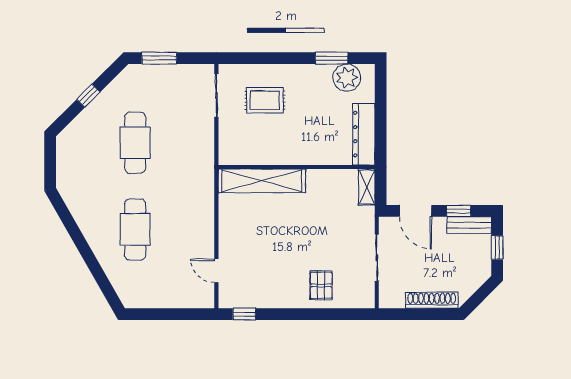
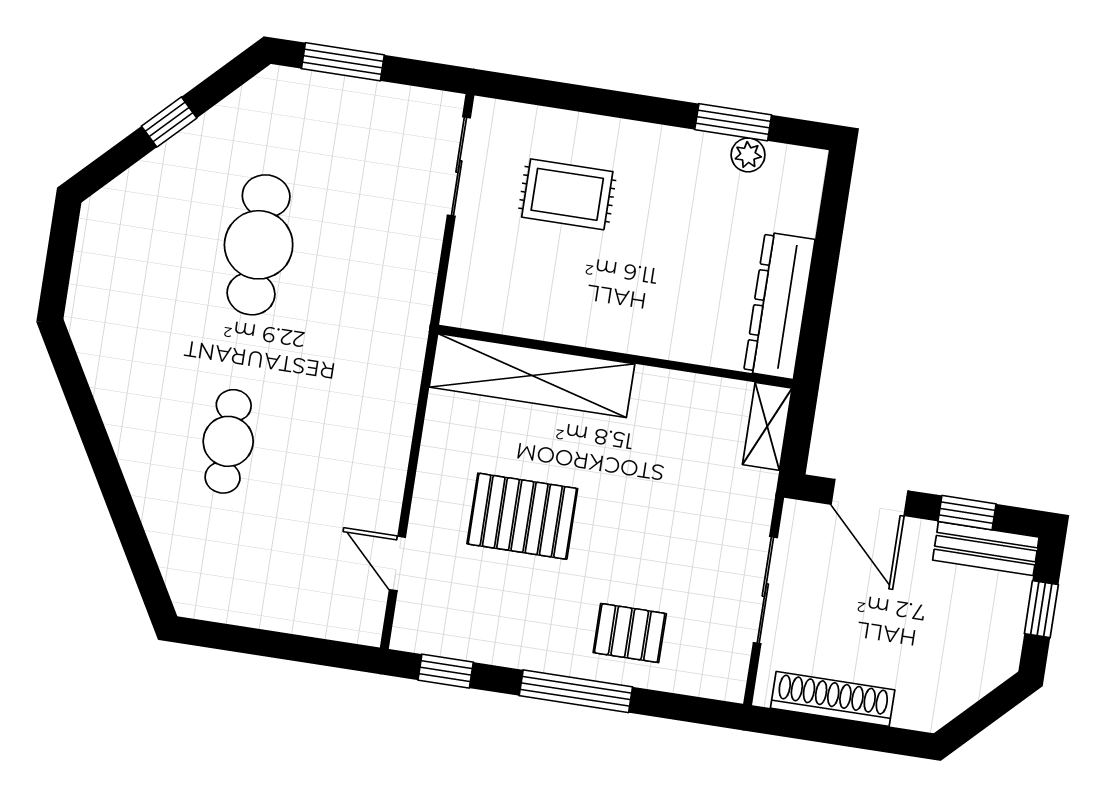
plant: (347, 78) -> (748, 155), width x0.53, depth x0.53
cafe table: (135, 229) -> (228, 441), width x0.73, depth x0.74
pallet: (267, 242) -> (522, 516), added
pallet: (321, 285) -> (630, 633), turned 90
shoe rack: (432, 300) -> (833, 699), moved
window: (302, 314) -> (576, 691), added

